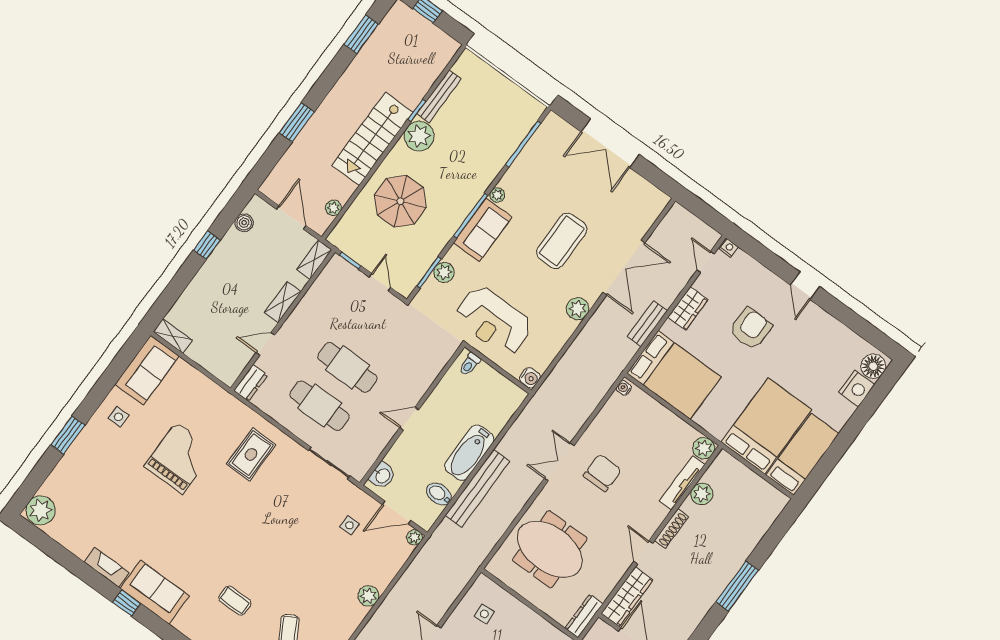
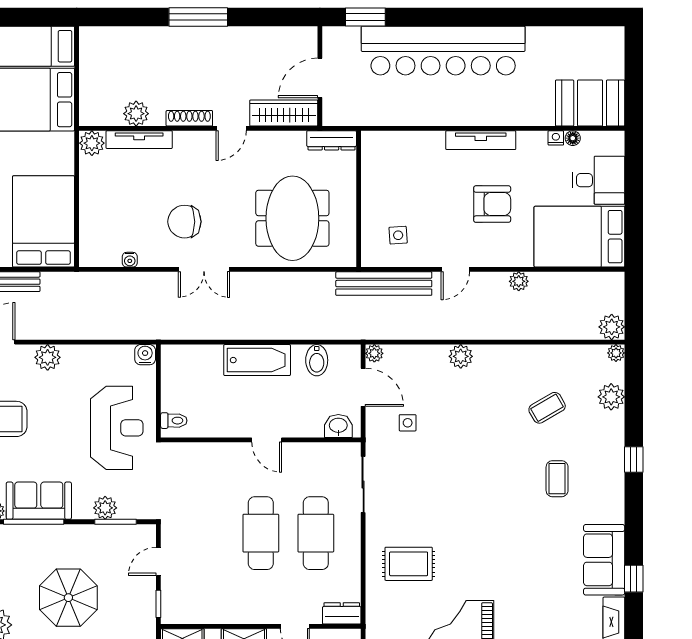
water cooler: (624, 388) -> (130, 260), moved
bench: (478, 488) -> (384, 284), moved

